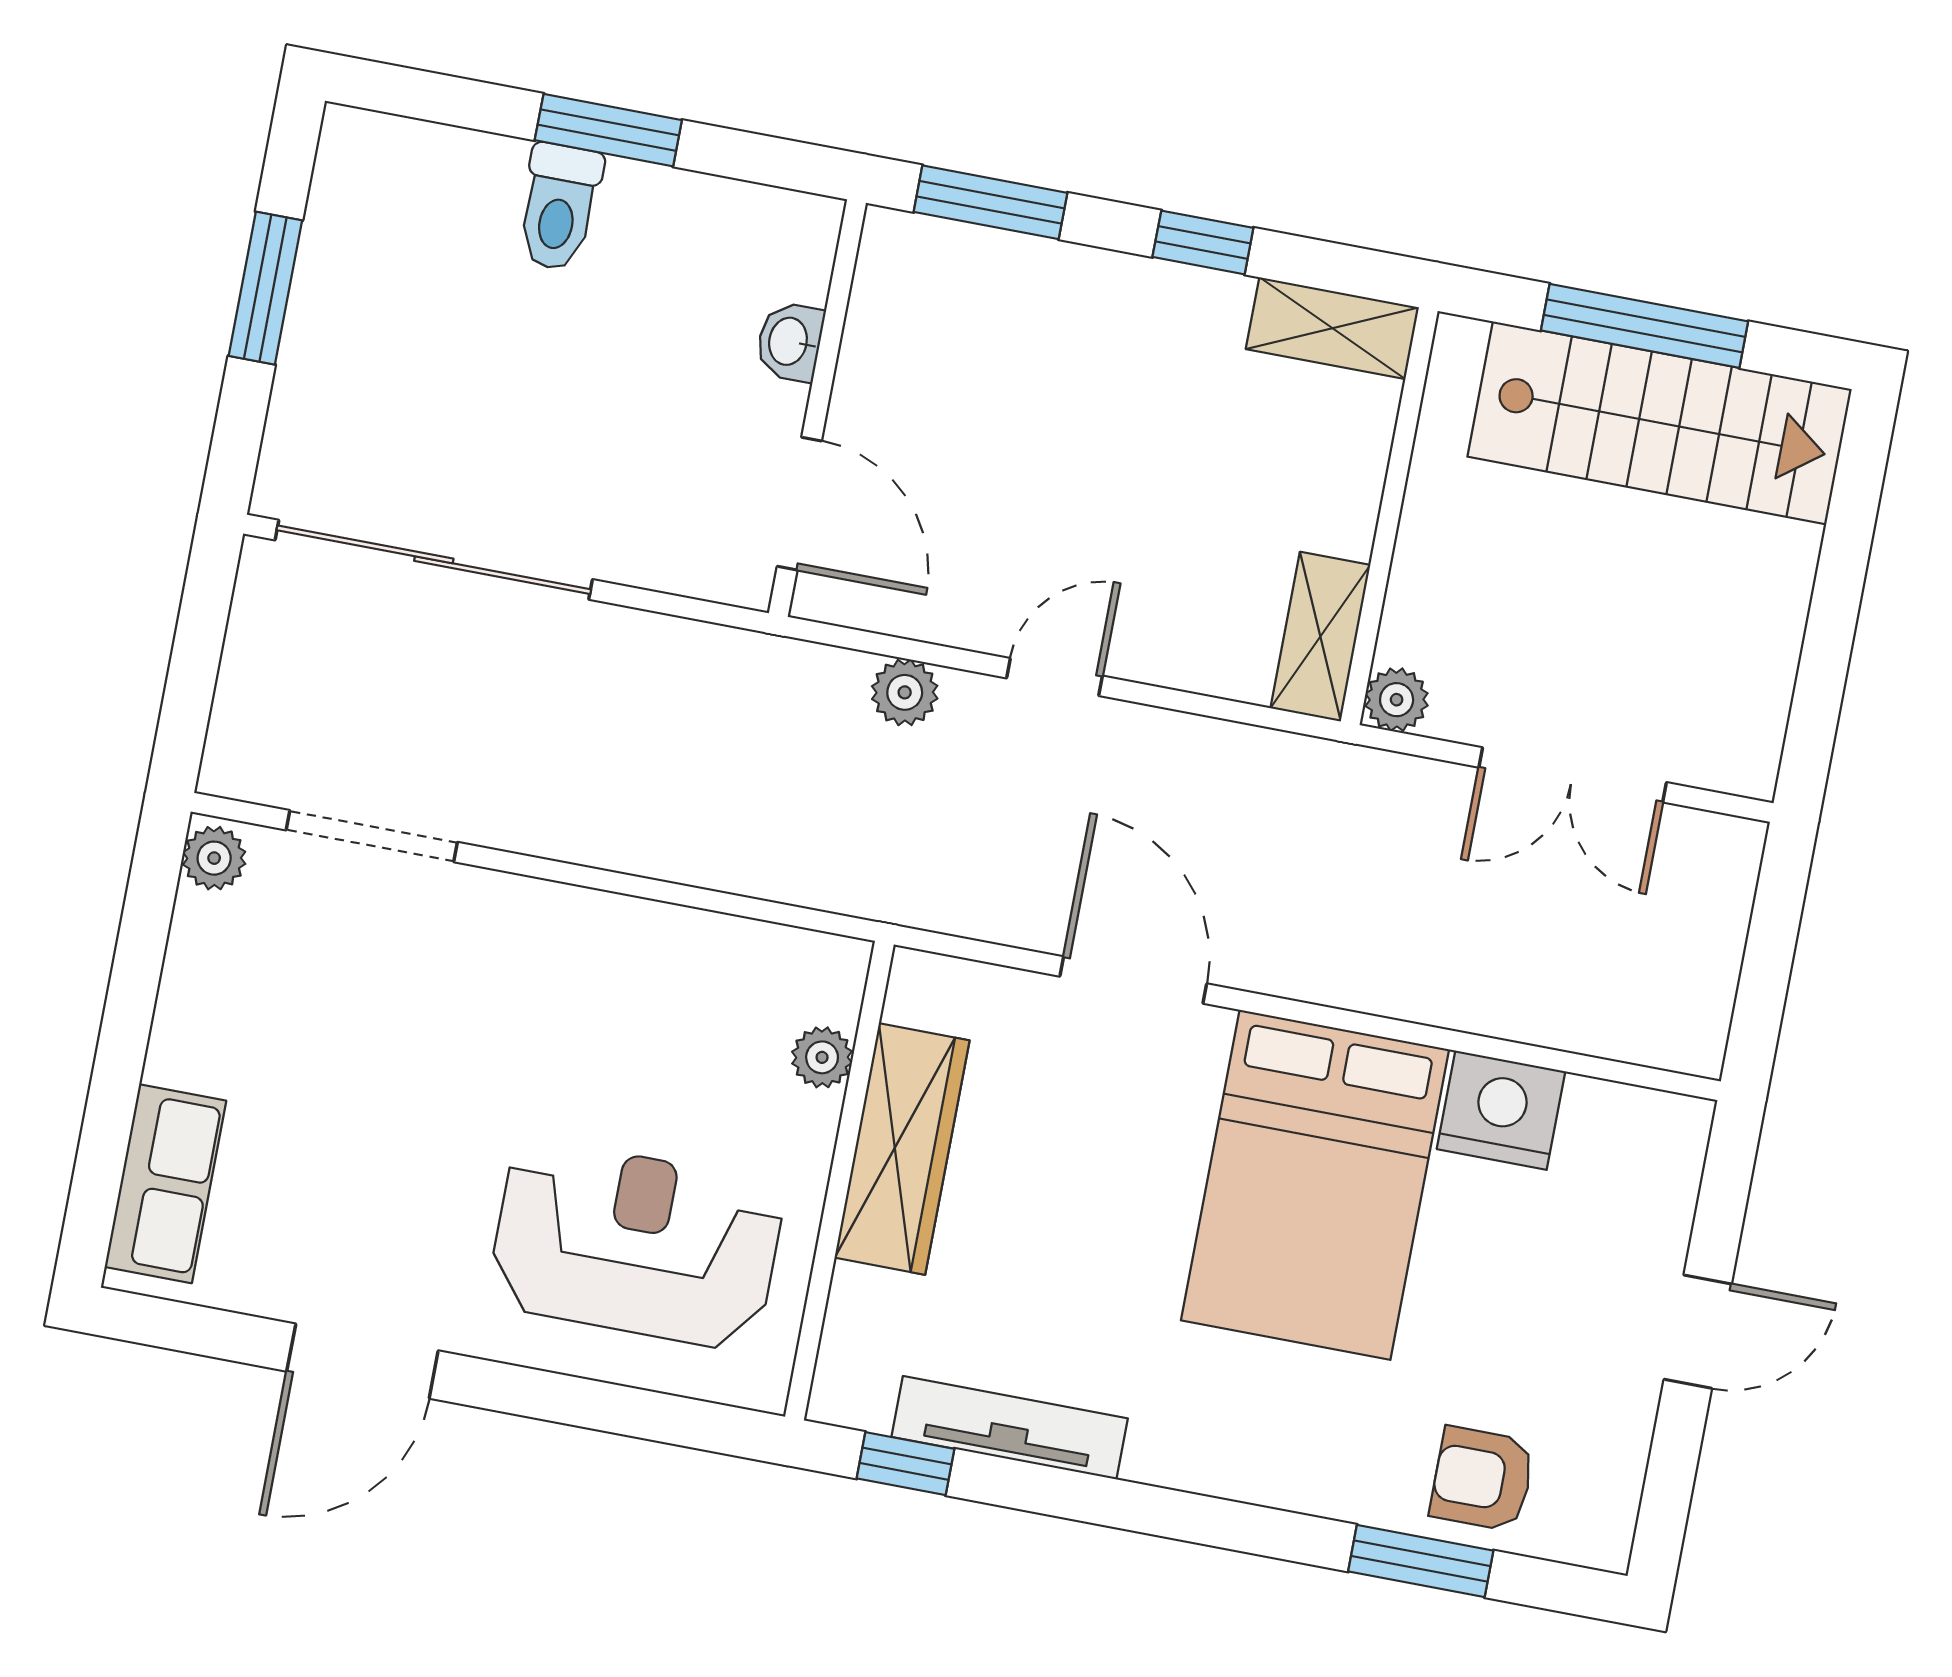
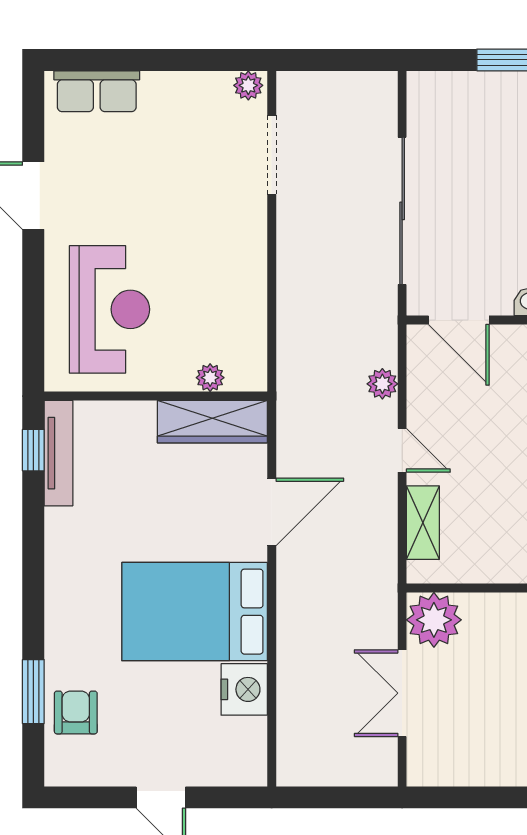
door: (799, 504) -> (459, 320), hinge flipped
sliding door: (434, 560) -> (402, 211), moved
shelving: (1320, 637) -> (423, 523), moved, turned 90
plant: (1397, 700) -> (434, 620), width x1.87, depth x1.87
wardrobe: (902, 1149) -> (212, 422), moved
tv unit: (1010, 1428) -> (59, 453), moved

